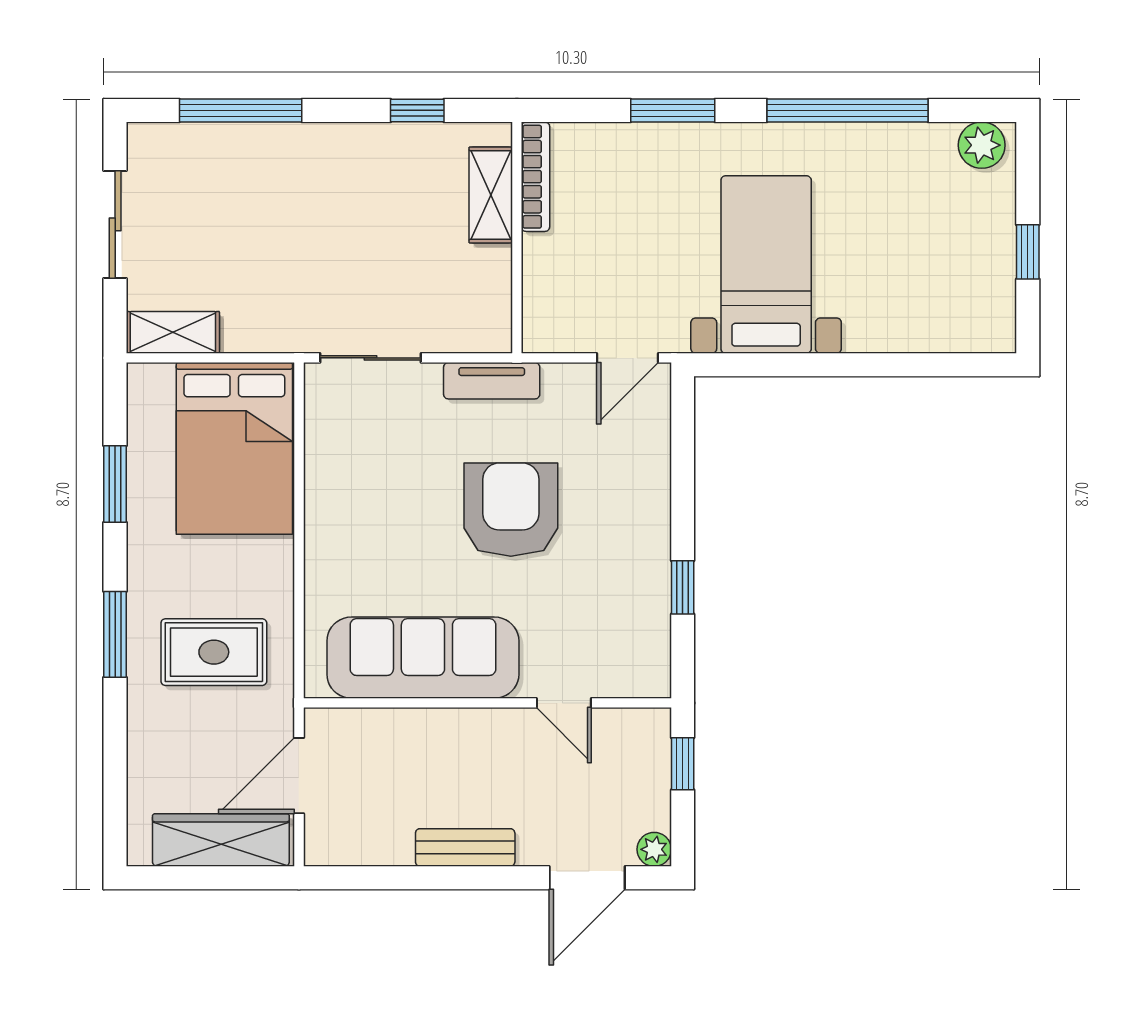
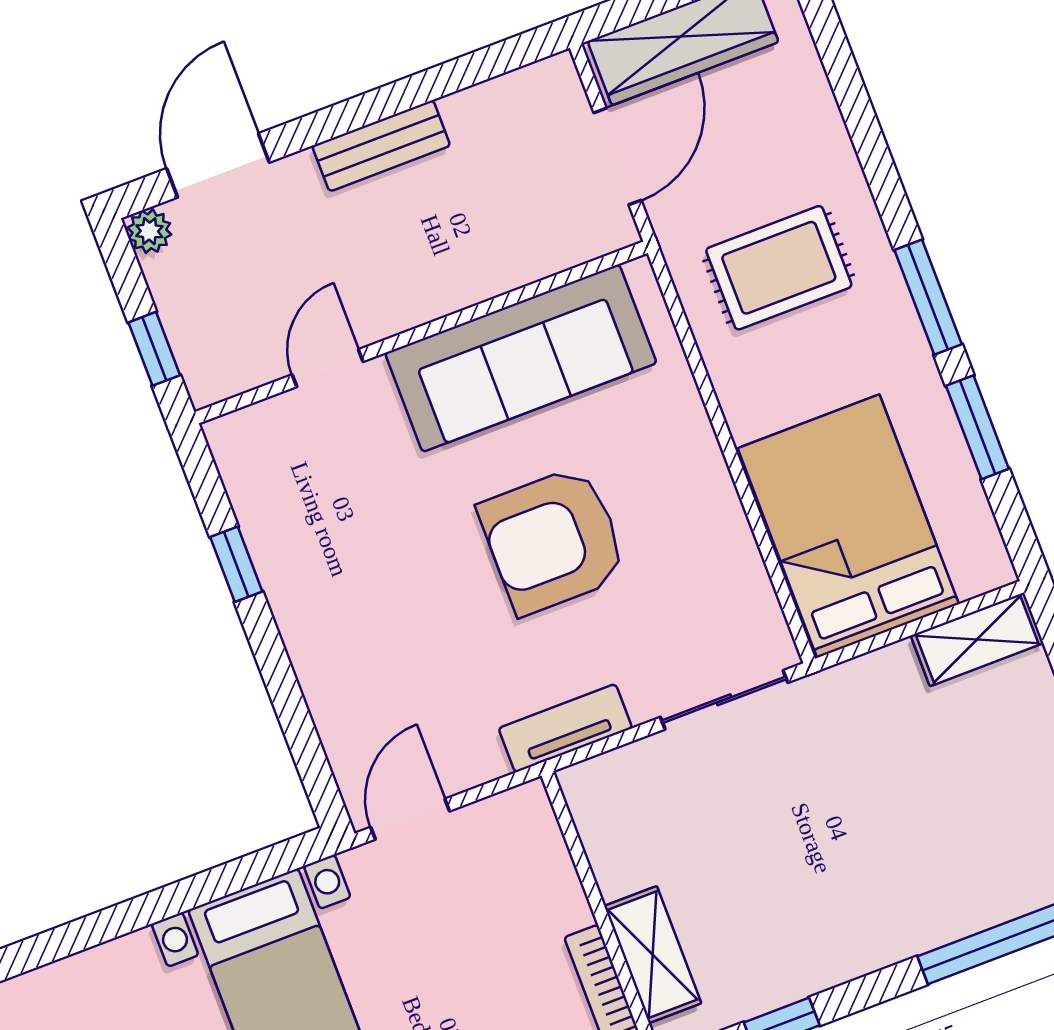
armchair: (511, 510) -> (553, 540), moved, turned 90
window: (115, 634) -> (928, 297), moved
door: (564, 703) -> (328, 368), hinge flipped

